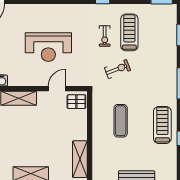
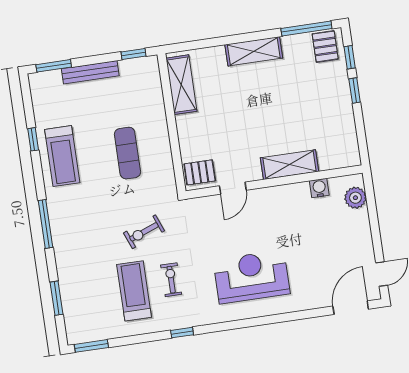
treadmill: (129, 32) -> (134, 291), turned 180
reception desk: (48, 47) -> (252, 277), moved

